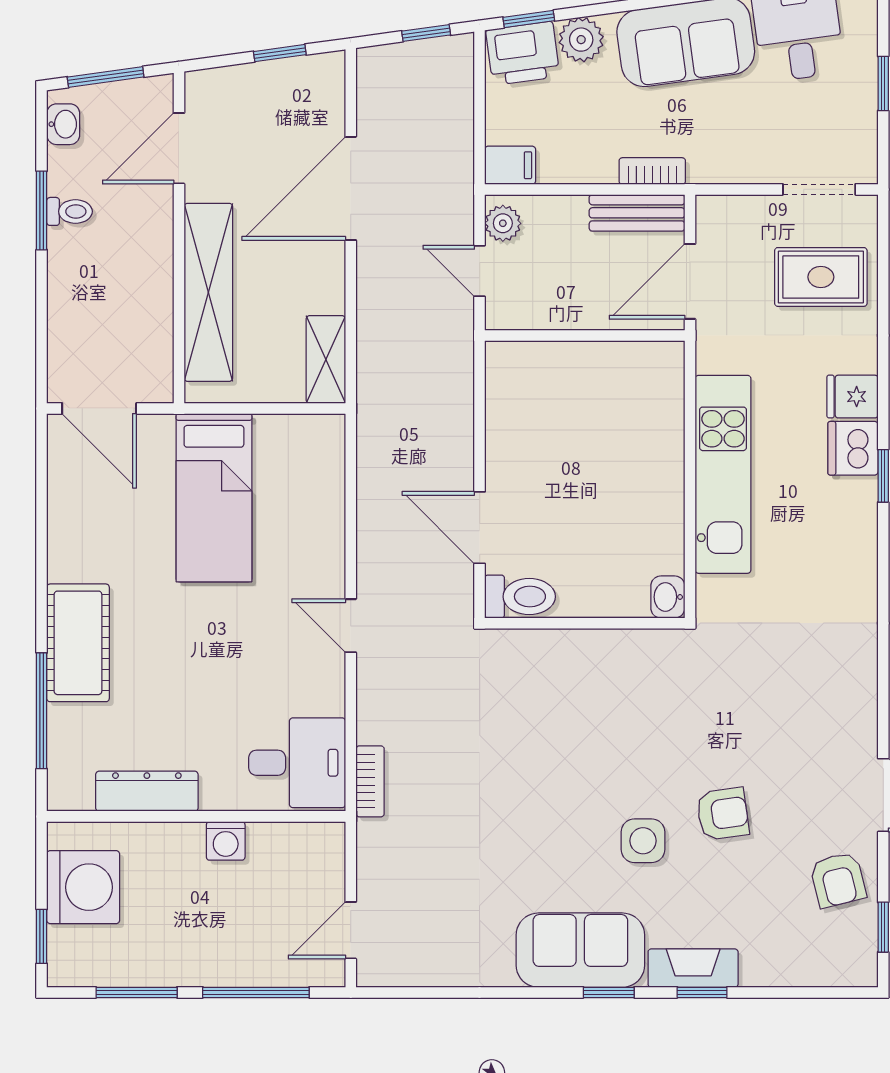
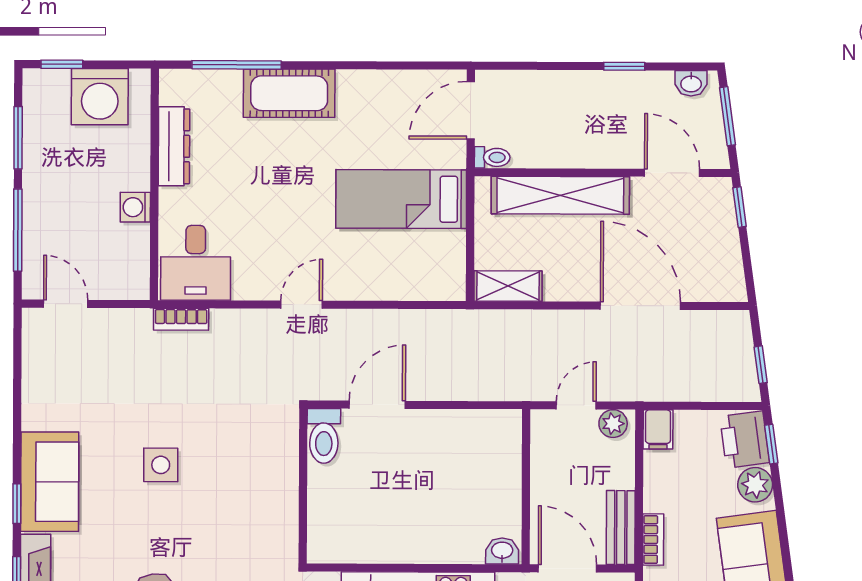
window: (280, 53) -> (740, 207), moved
window: (42, 210) -> (624, 66), width x0.67
toilet: (69, 211) -> (492, 157), moved, turned -90
washbasin: (668, 597) -> (502, 551), moved
side table: (643, 841) -> (161, 465), moved

